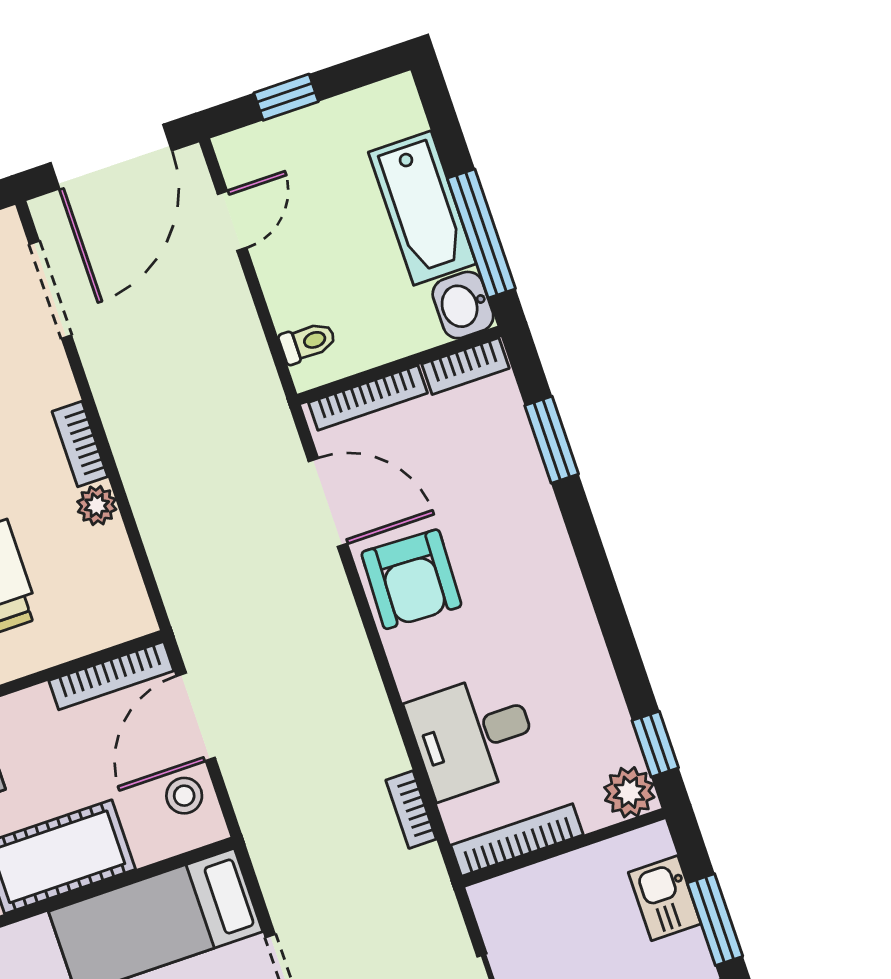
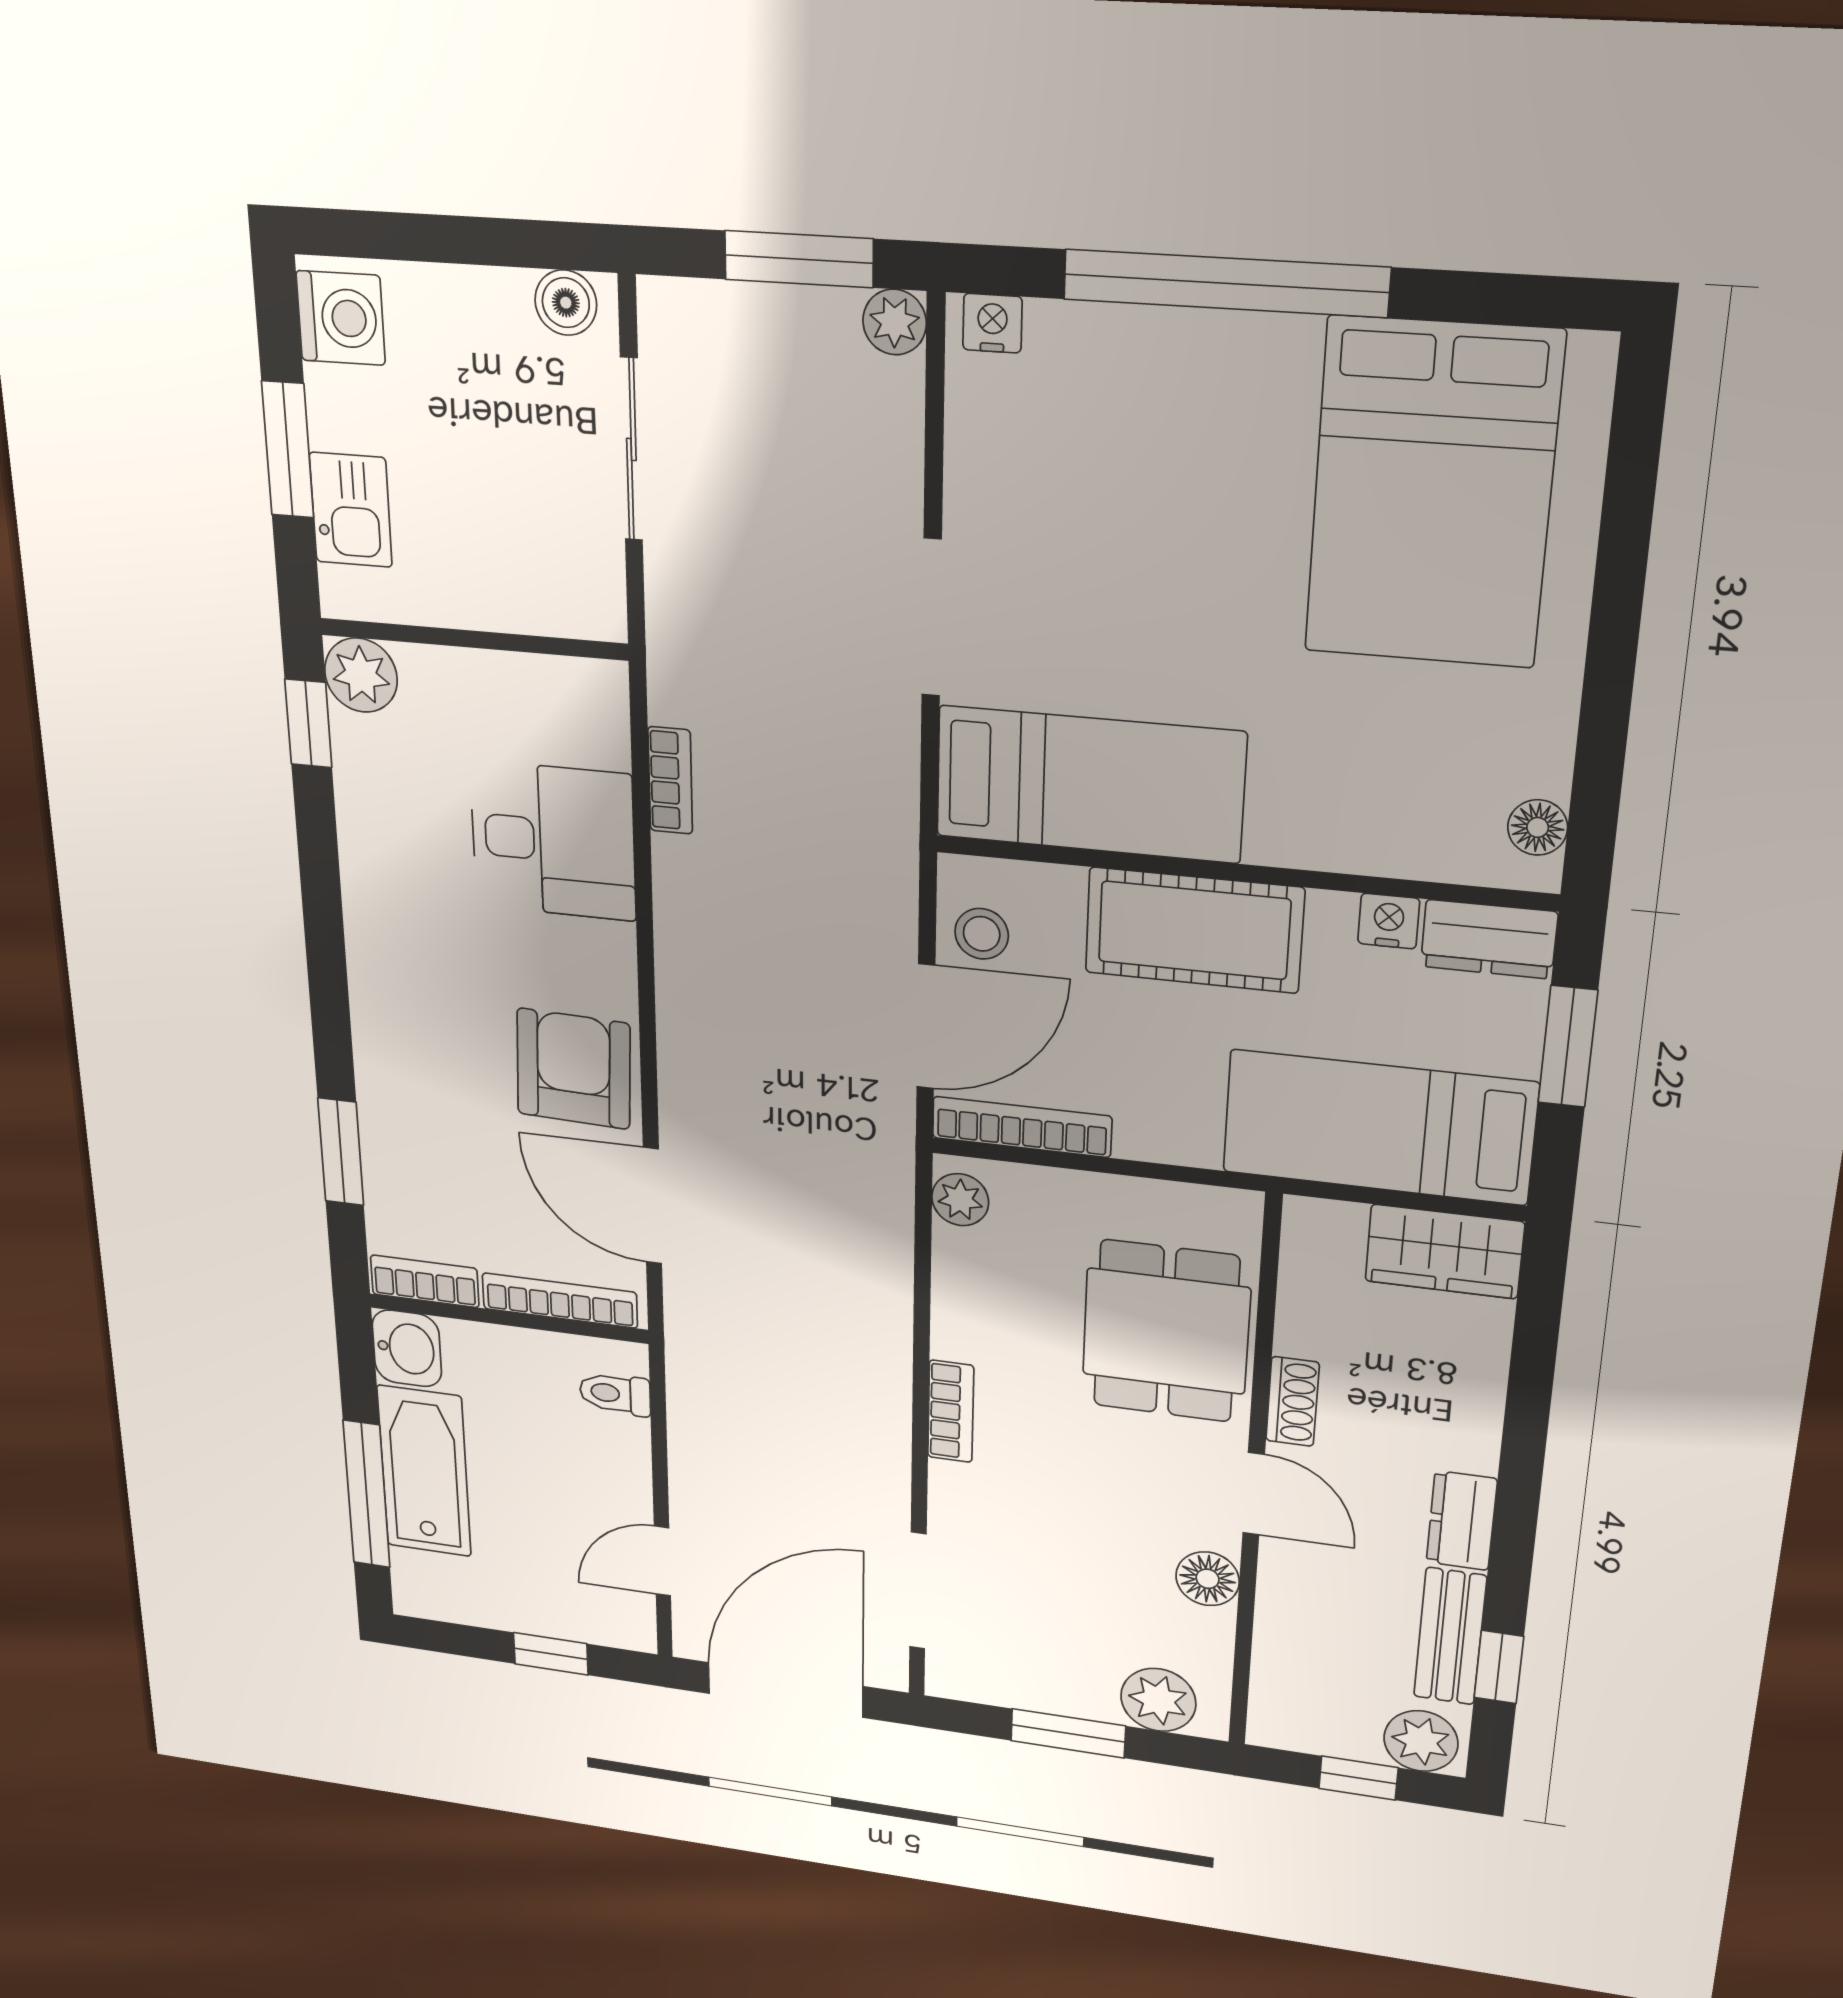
window: (481, 233) -> (367, 1494), moved
plant: (97, 505) -> (960, 1200), moved
bookcase: (517, 840) -> (535, 677), removed

